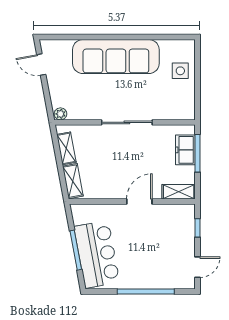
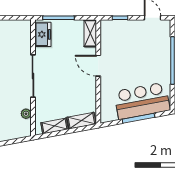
plant: (60, 114) -> (26, 114), moved
freezer: (185, 150) -> (43, 34), moved, turned -90

